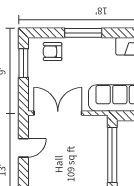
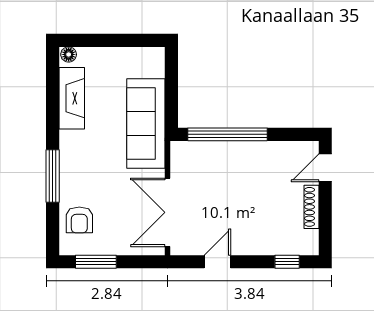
door: (23, 148) -> (217, 262), hinge flipped

